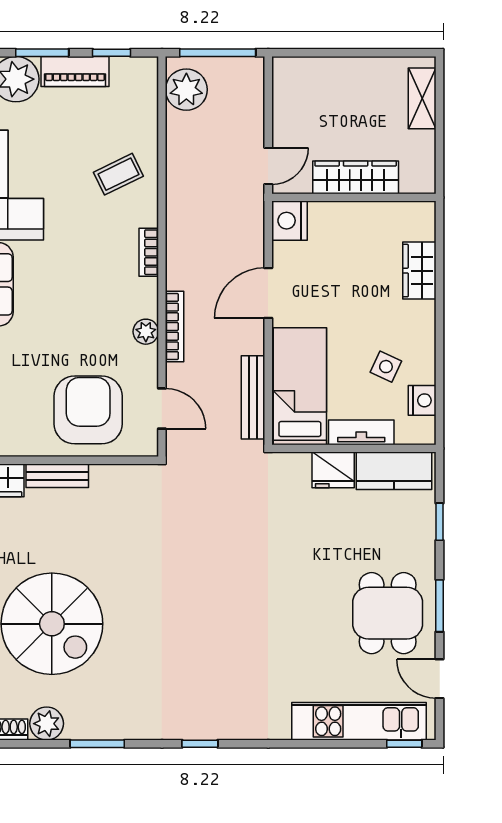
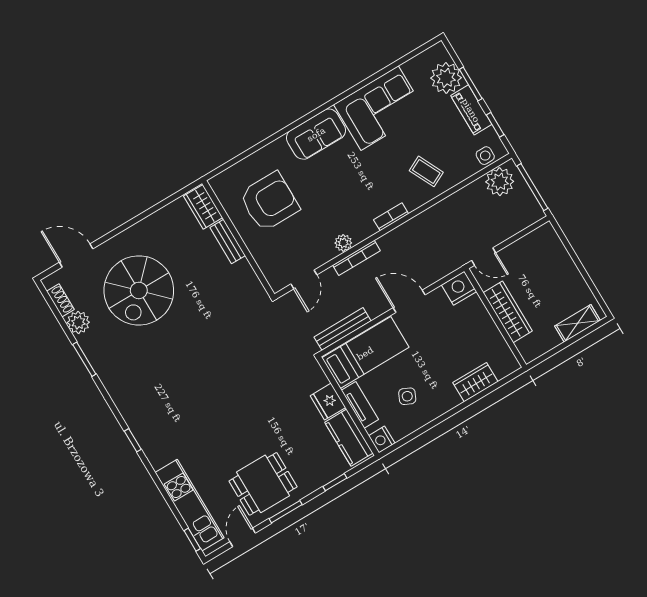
side table: (143, 88) -> (485, 156), added
nightstand: (422, 400) -> (382, 440), moved, turned 90
armchair: (88, 410) -> (269, 202), moved
window: (200, 744) -> (133, 440), moved

